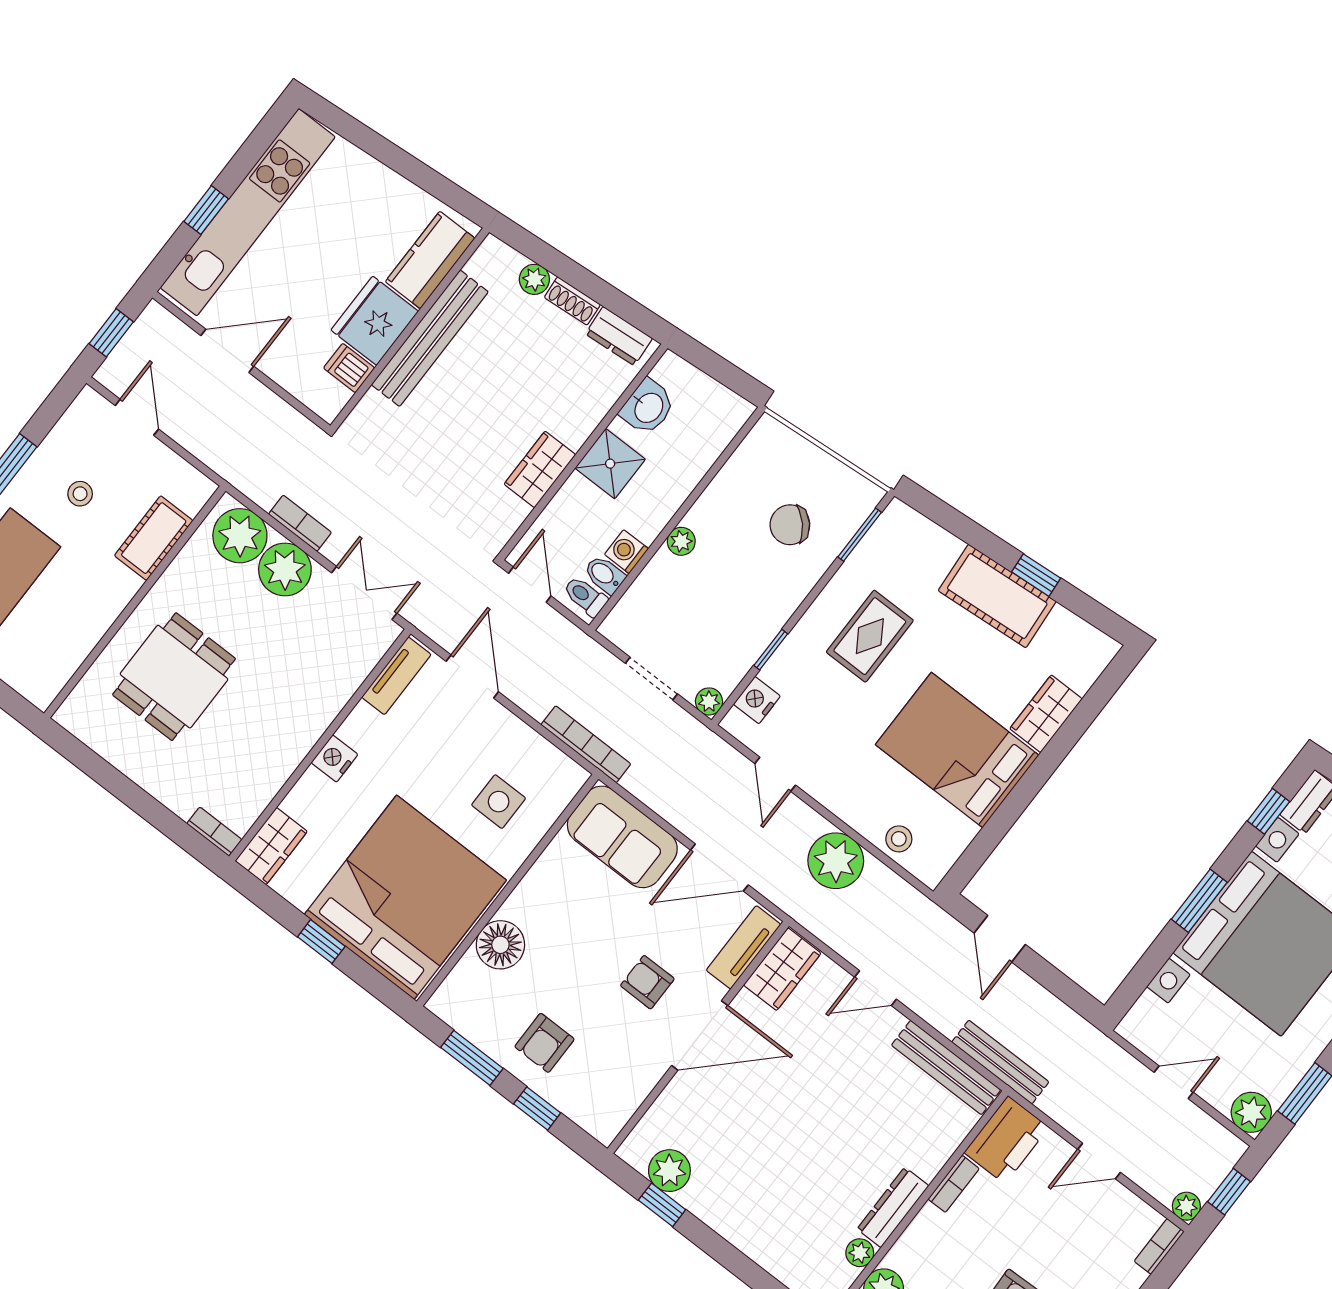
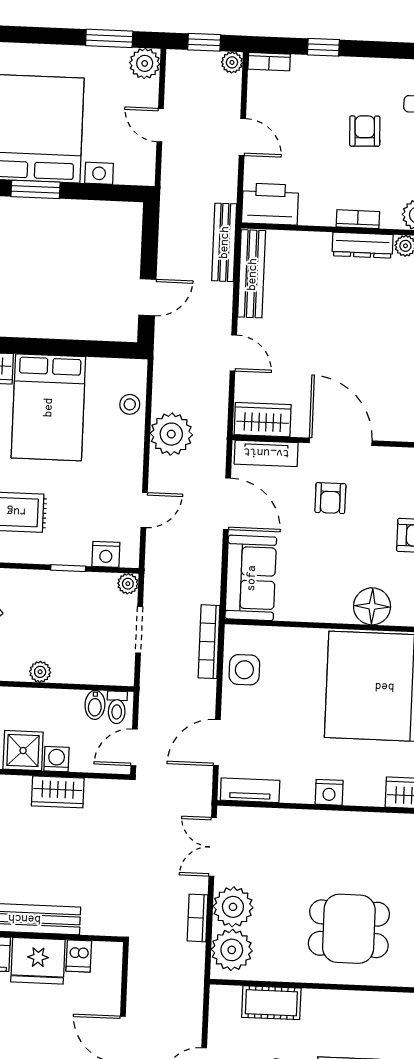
washing machine: (626, 552) -> (56, 759), moved, turned 180
side table: (499, 802) -> (244, 670), moved
bookcase: (954, 1184) -> (358, 219), moved

